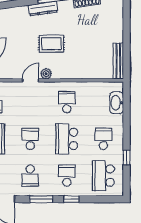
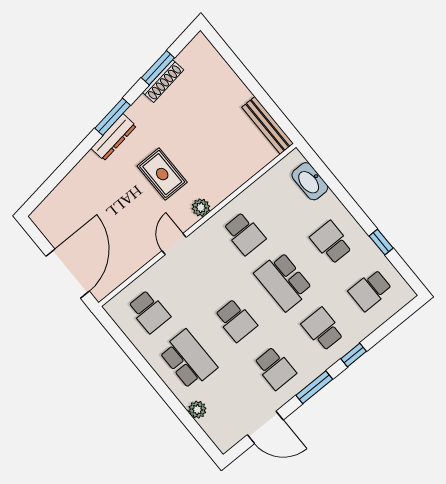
rug: (51, 44) -> (162, 174), turned 90
plant: (46, 74) -> (201, 208), moved
school desk: (67, 102) -> (244, 234), turned 180
school desk: (30, 139) -> (236, 320), turned 180
school desk: (103, 176) -> (370, 290), width x0.54

